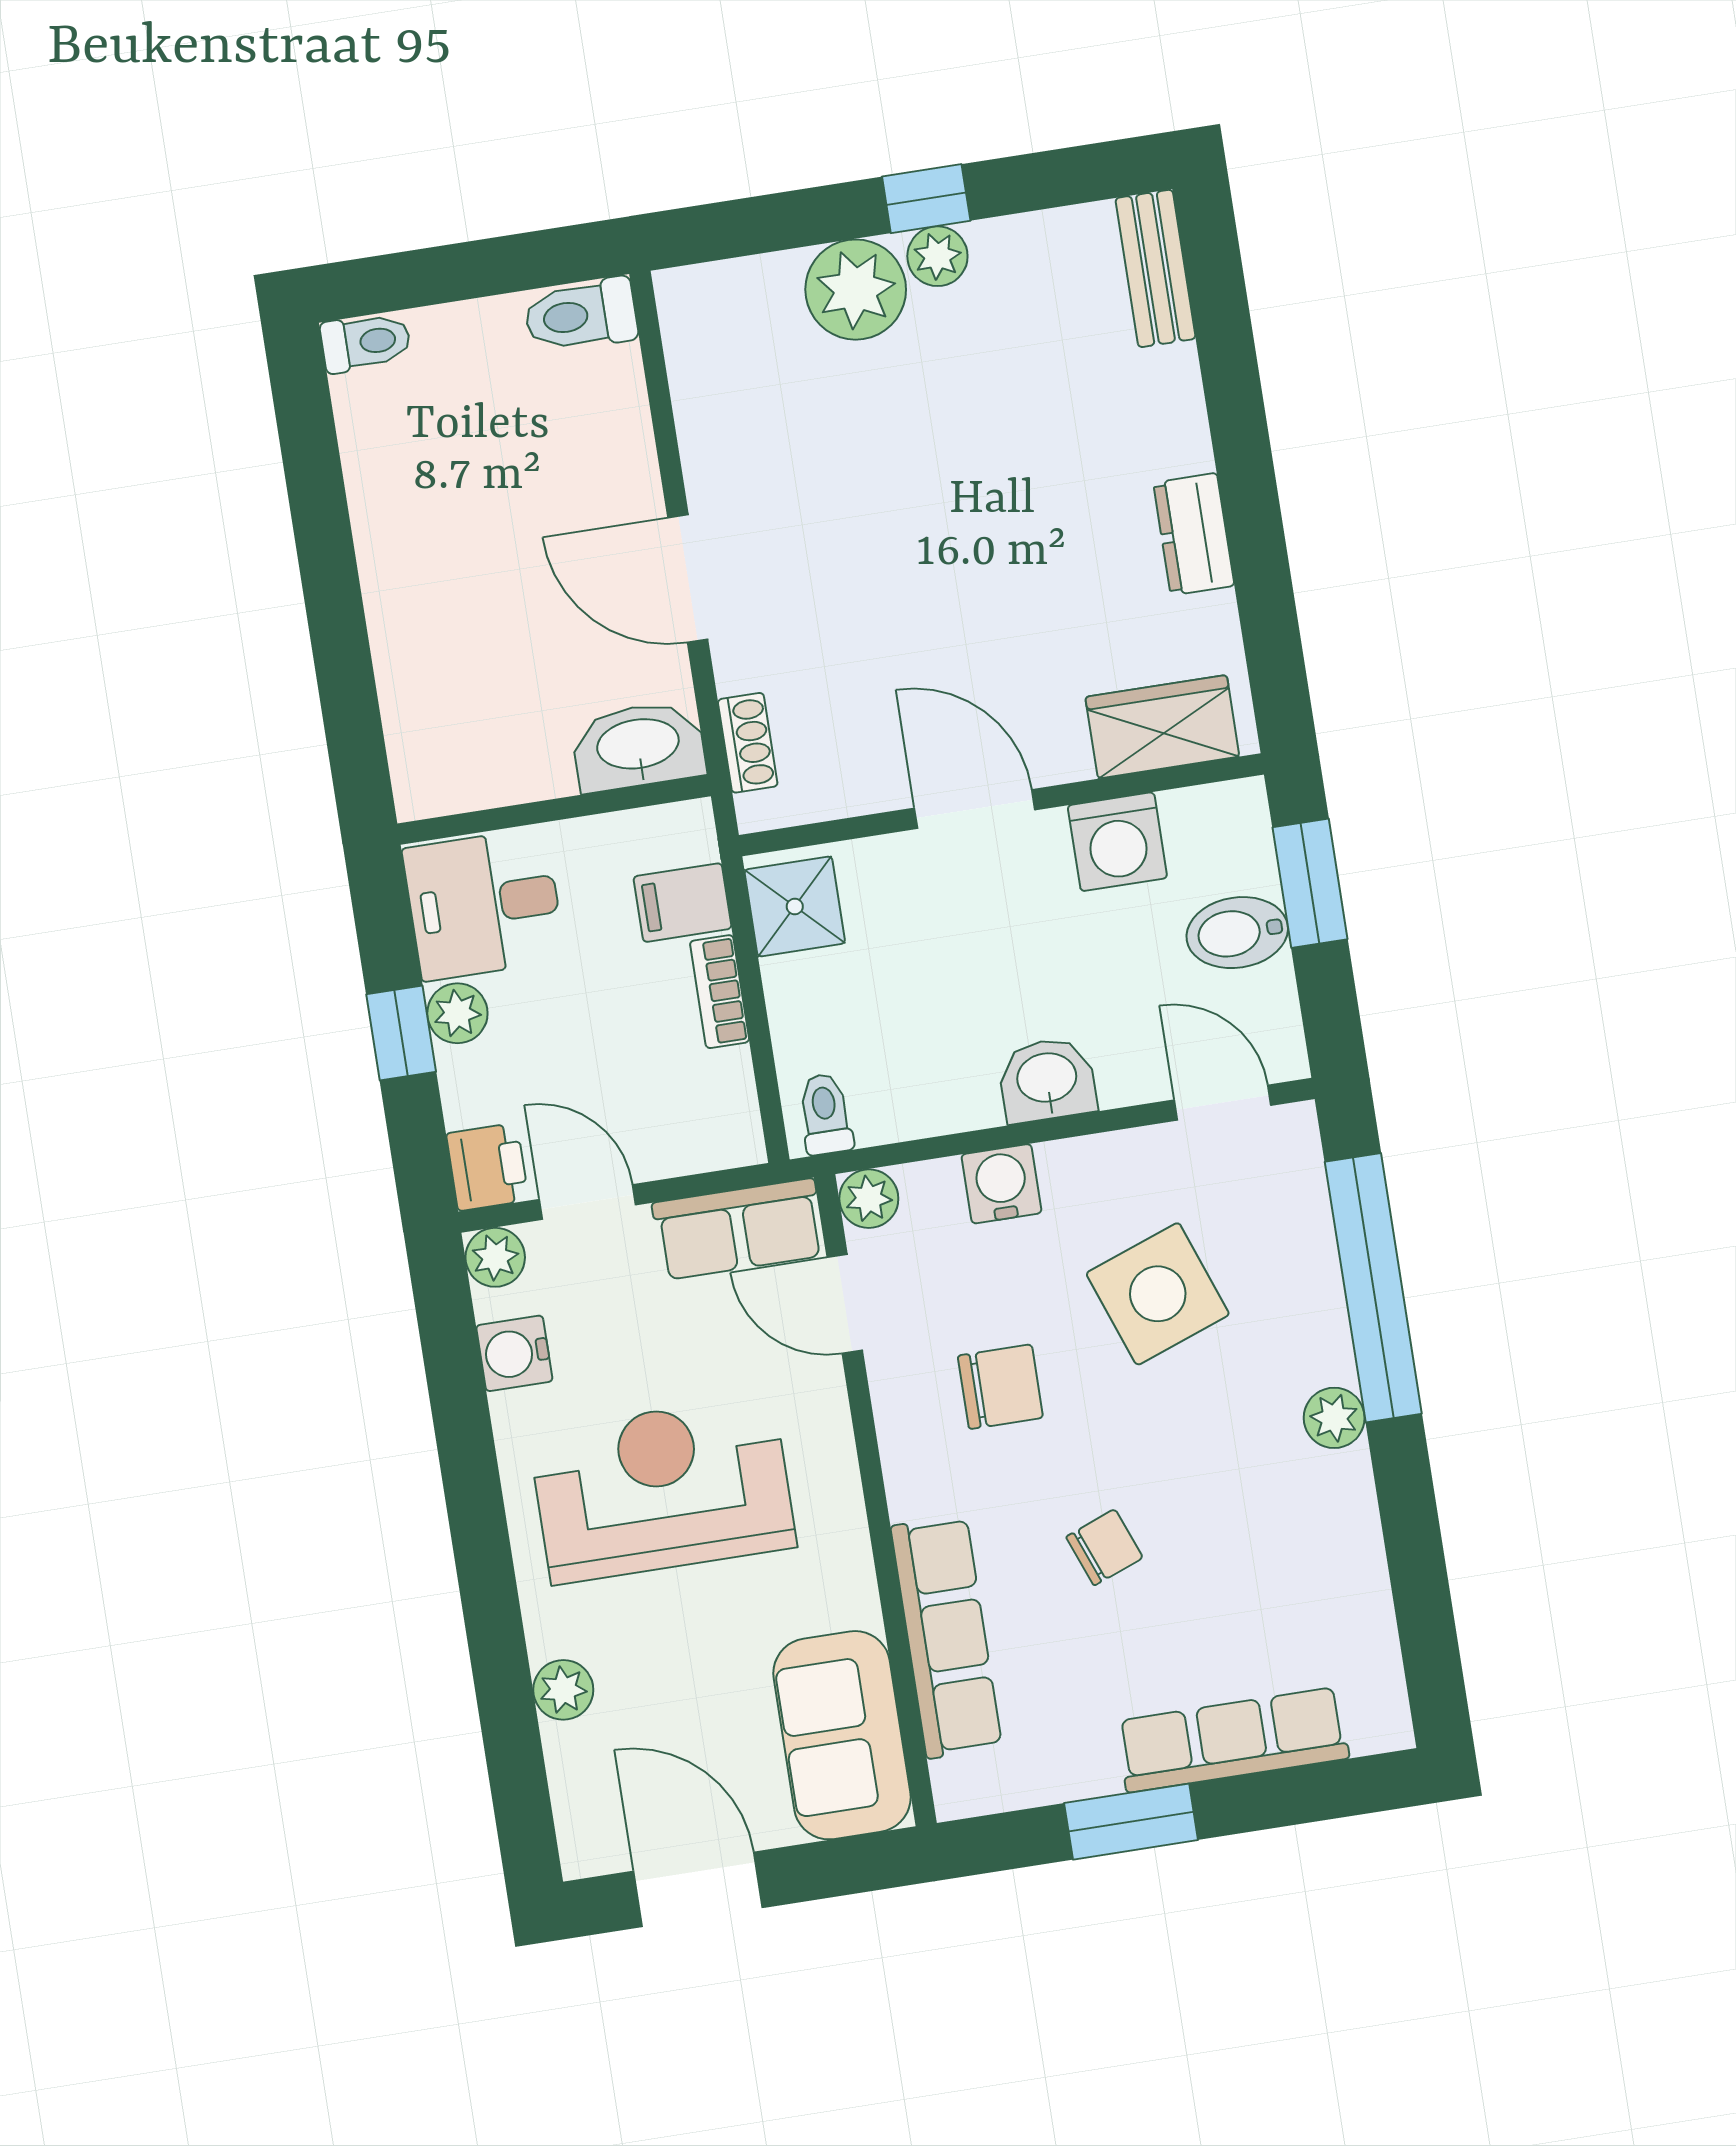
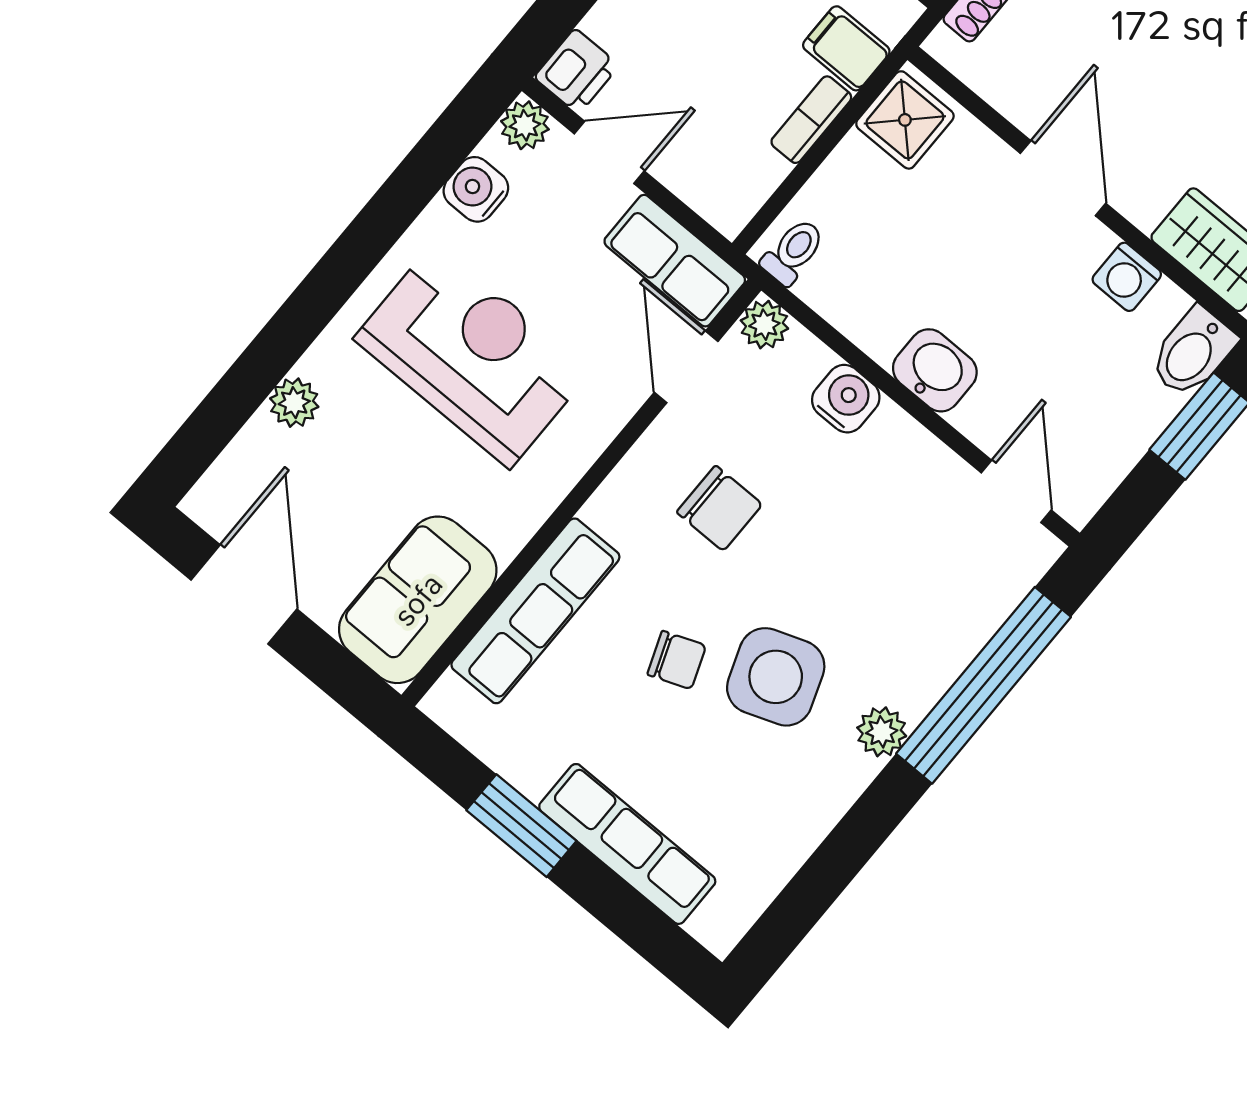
washing machine: (1117, 842) -> (1127, 277), width x0.73, depth x0.73
bidet: (1237, 933) -> (1193, 352), moved, turned -90
door: (587, 1202) -> (609, 152), hinge flipped
side table: (1158, 1294) -> (776, 677), moved

